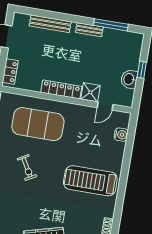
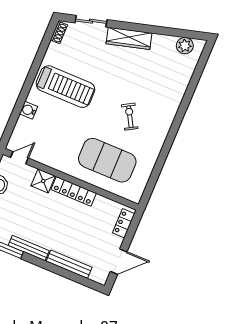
bench: (89, 30) -> (29, 248), width x1.36
door: (105, 106) -> (19, 158), moved
water cooler: (121, 135) -> (29, 110), moved

